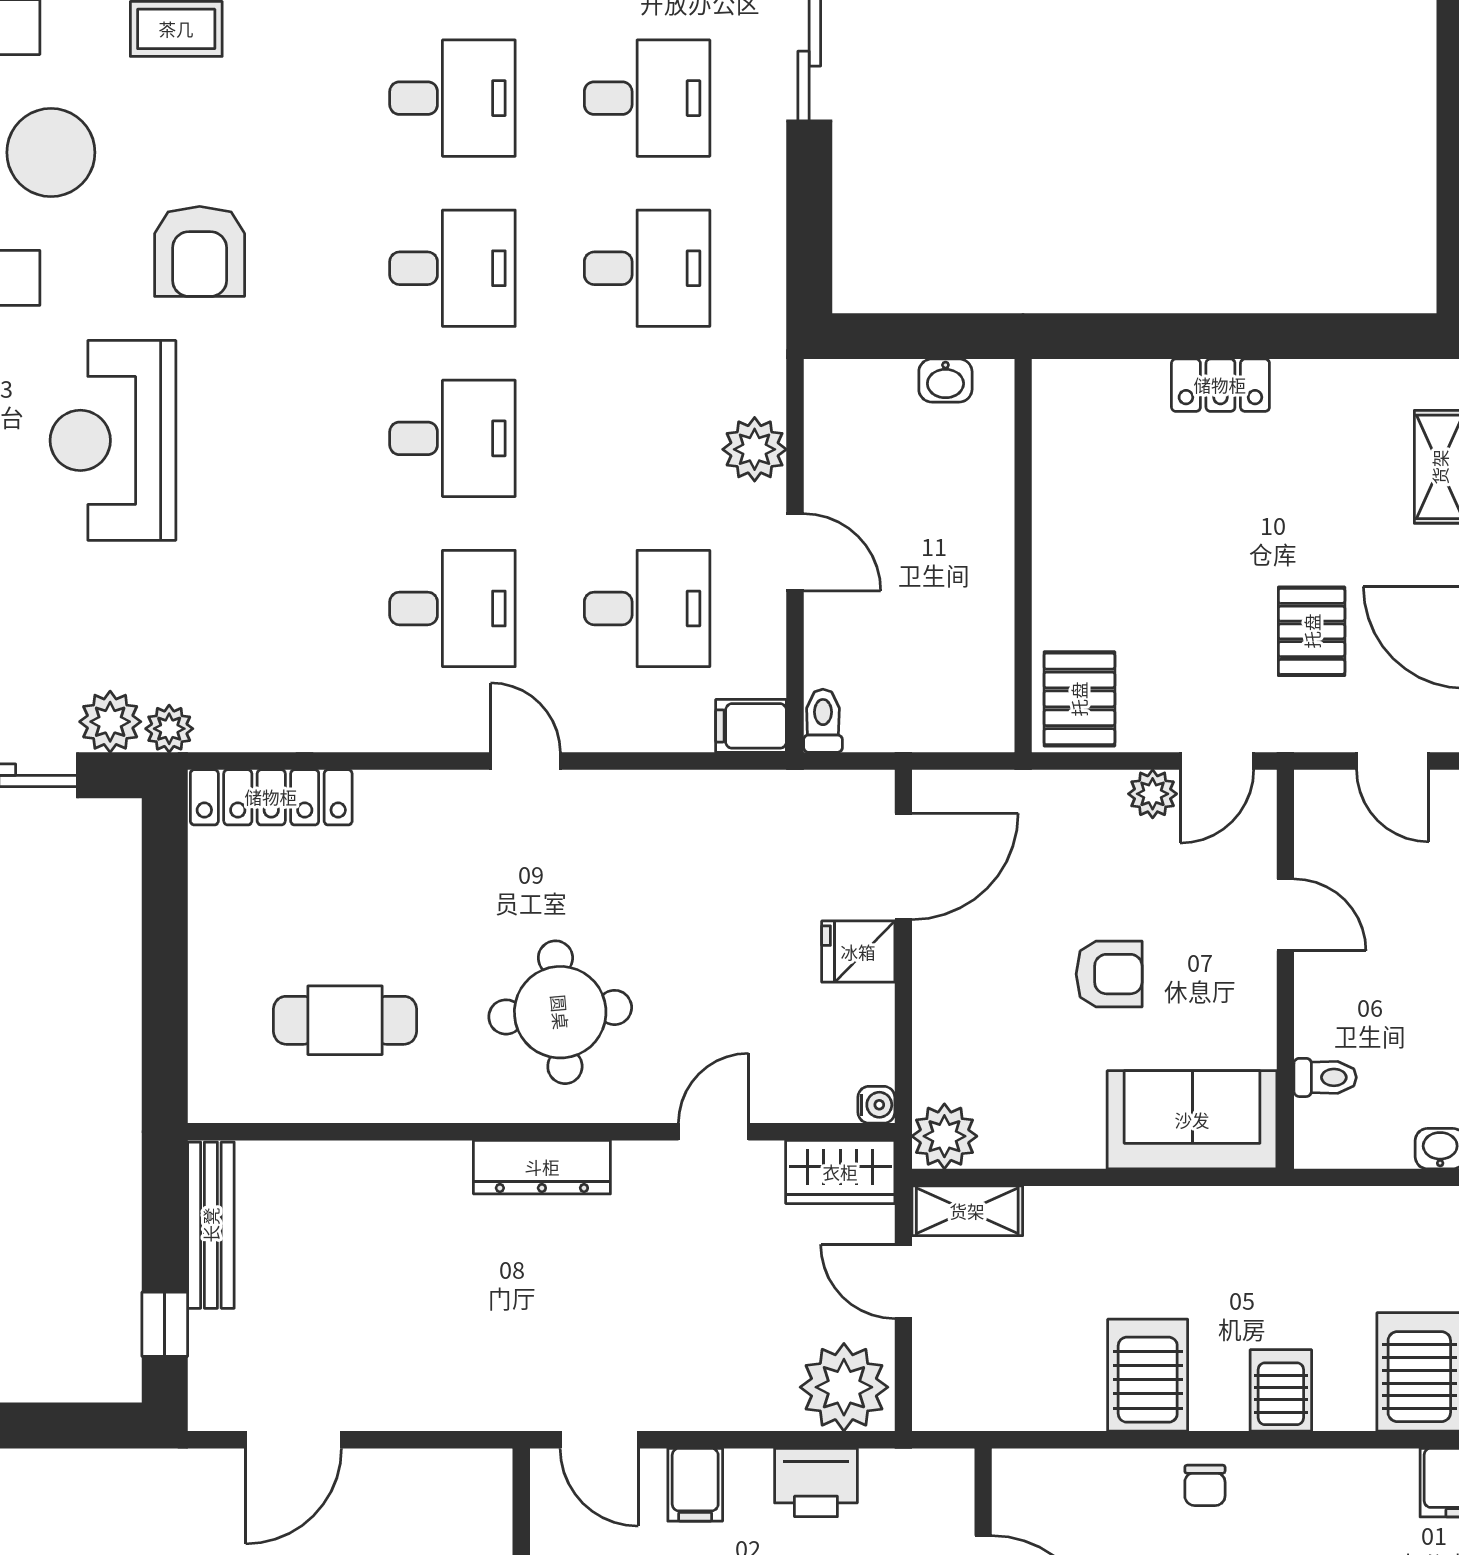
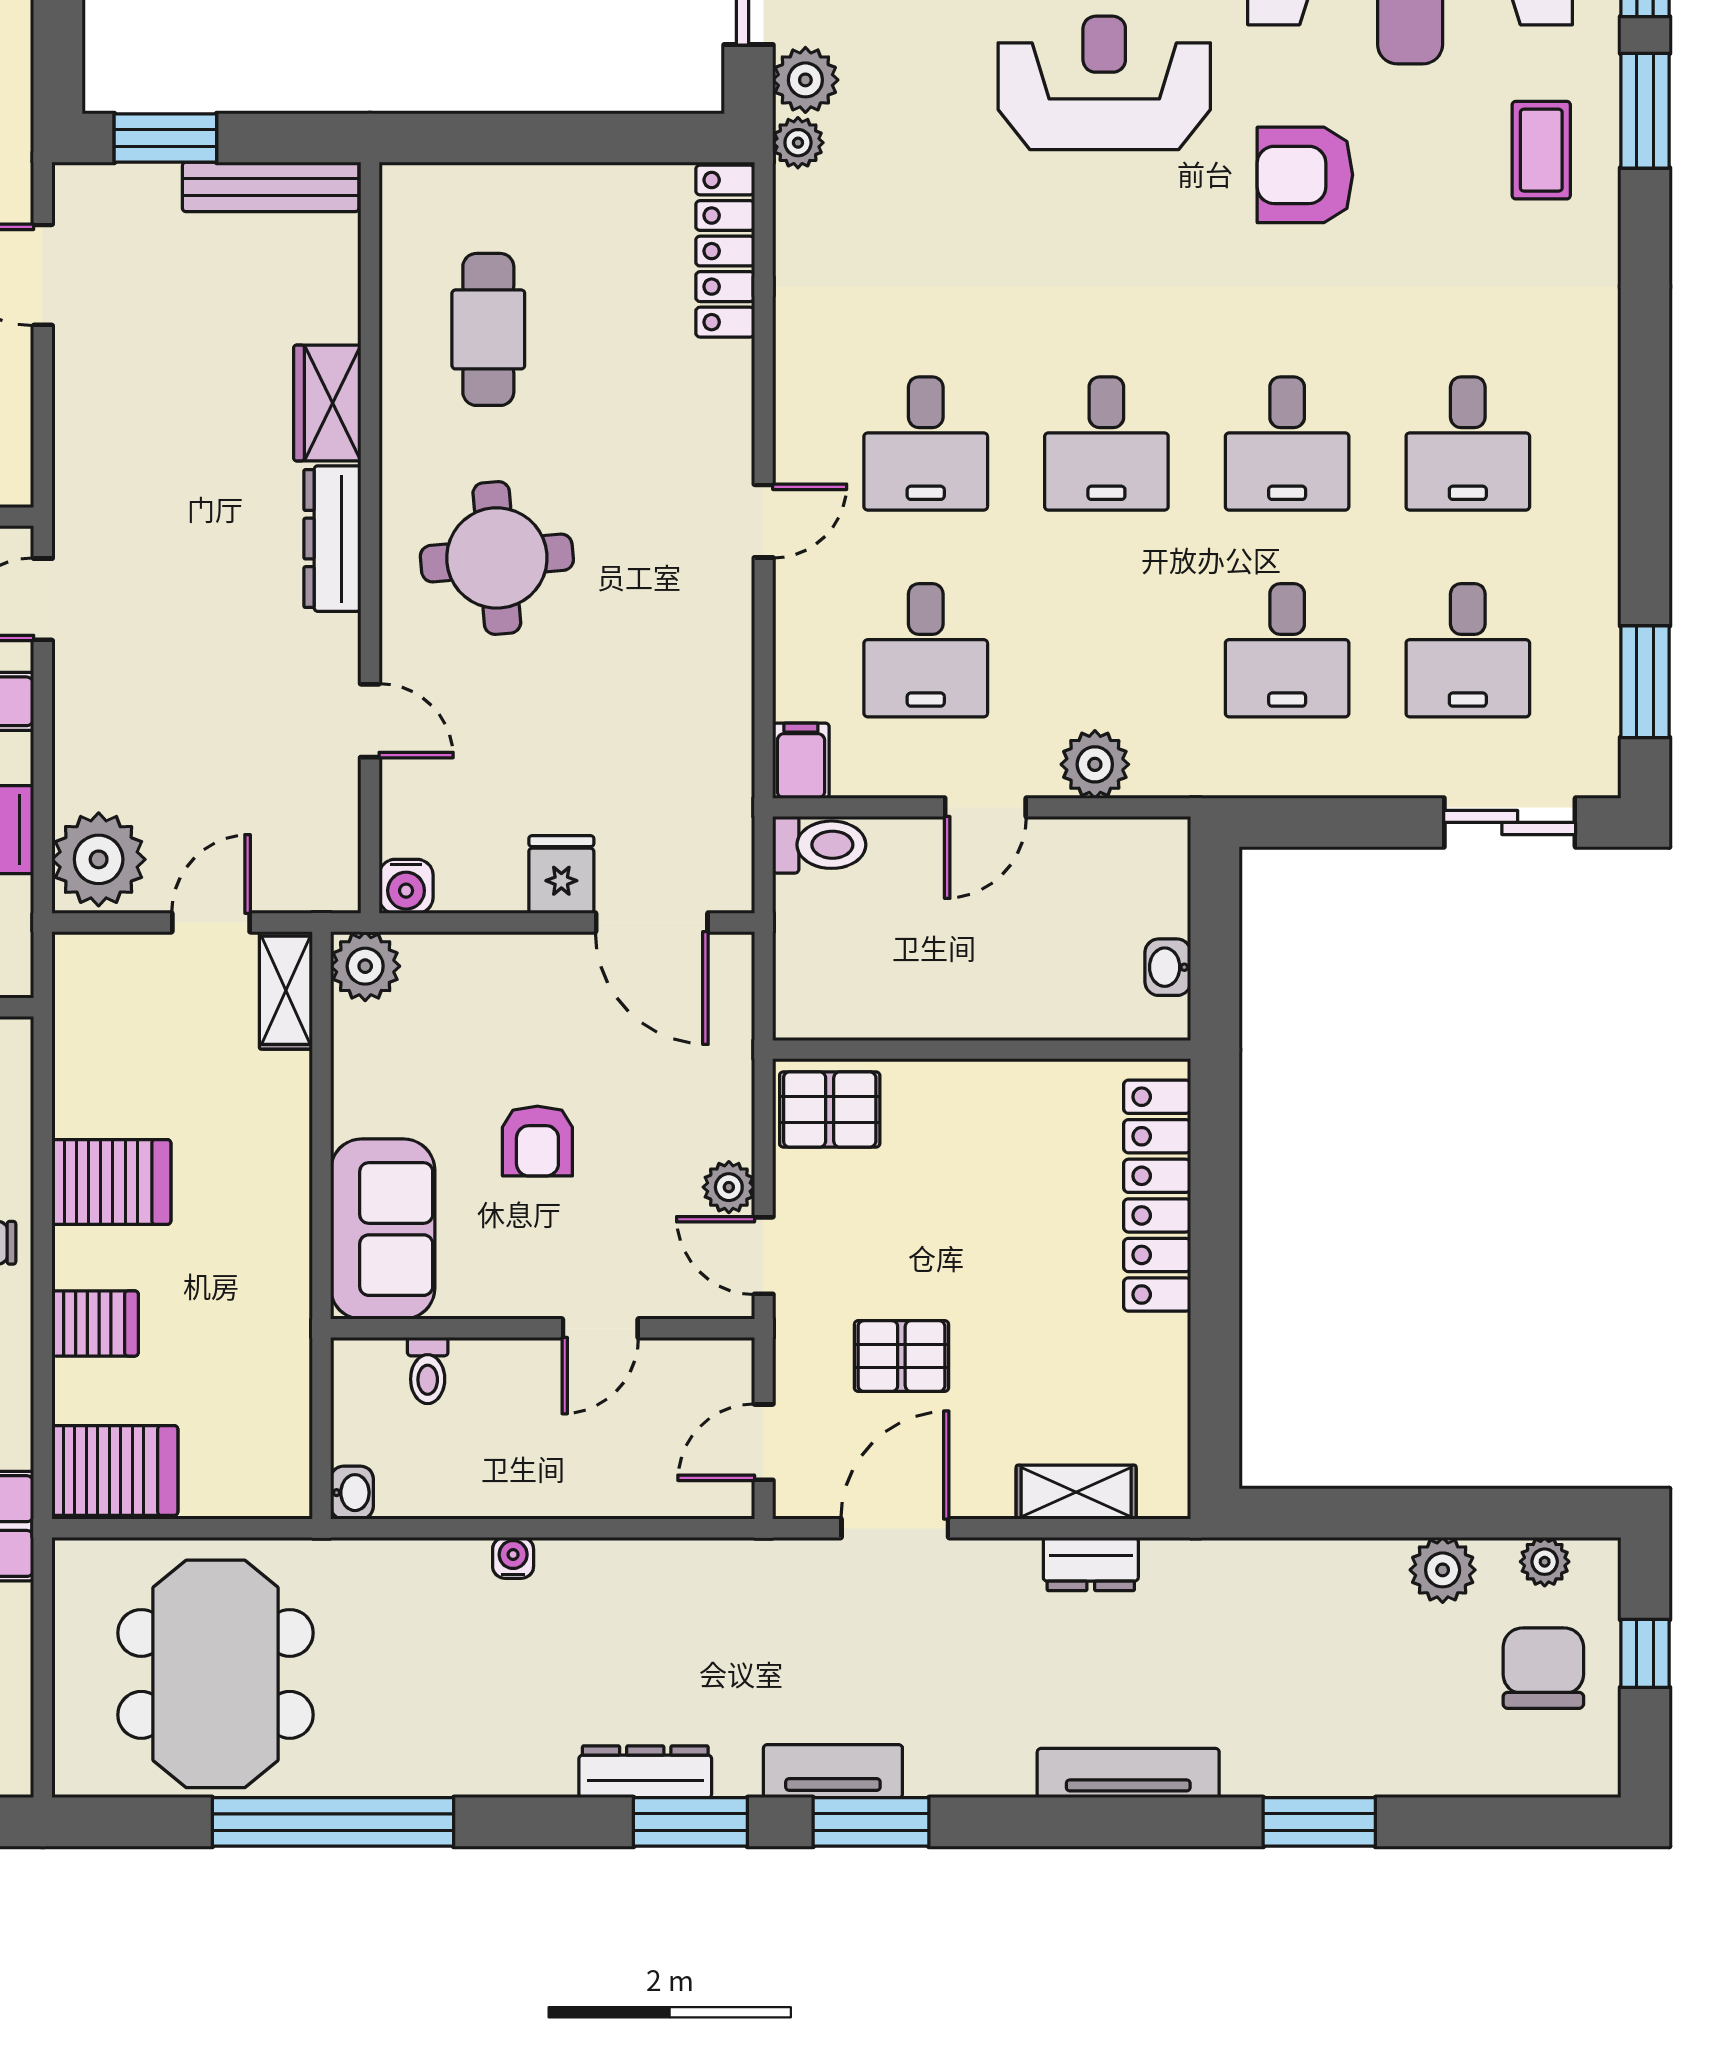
locker: (1220, 385) -> (1157, 1196), width x2.16, depth x1.21
toilet: (823, 721) -> (819, 845), width x1.37, depth x1.39
water cooler: (876, 1105) -> (406, 886), width x1.38, depth x1.38
wardrobe: (840, 1172) -> (327, 403), moved
window: (165, 1324) -> (165, 138), width x1.50

